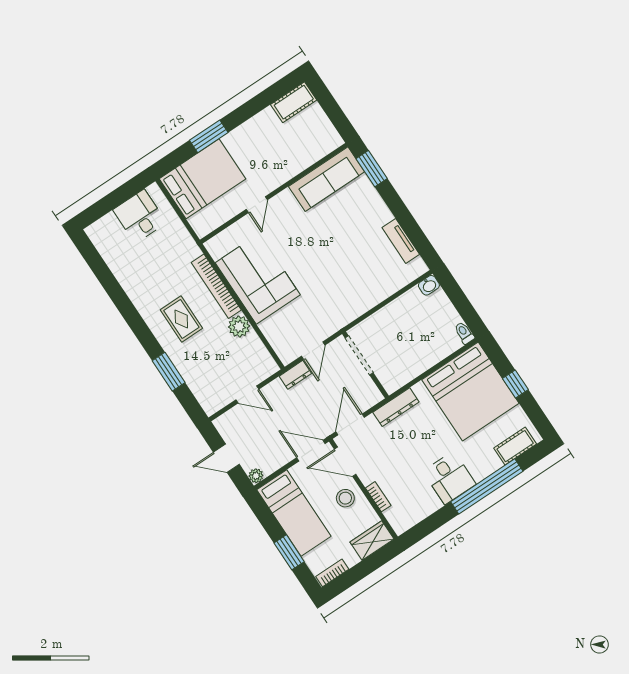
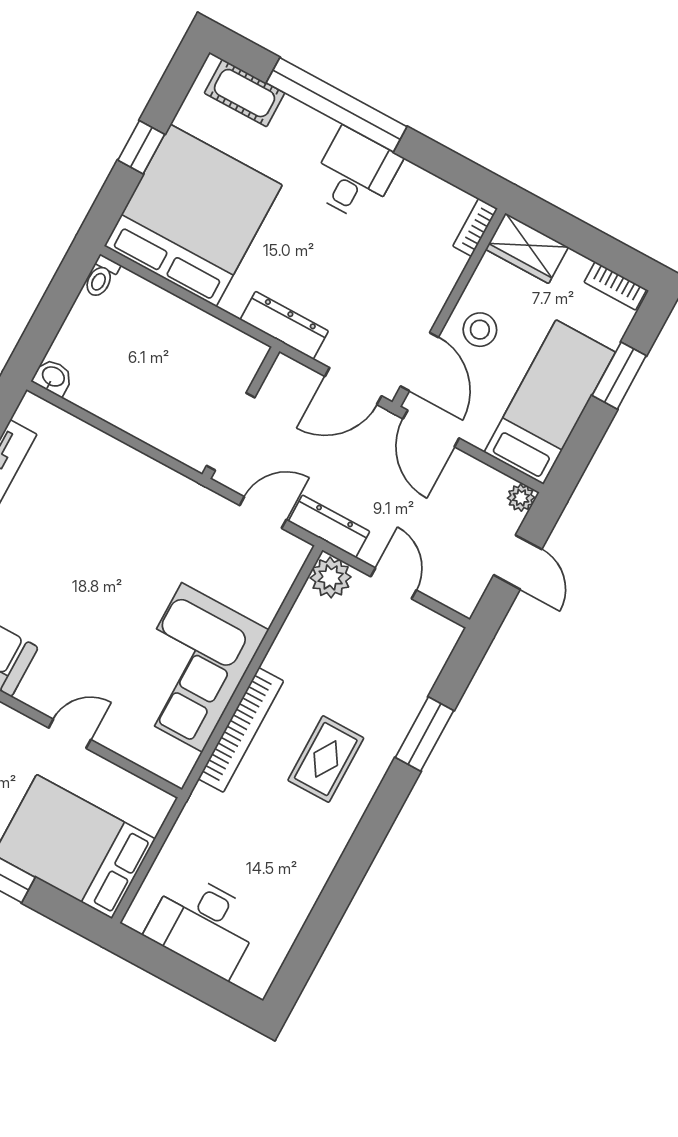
desk: (140, 216) -> (203, 925), width x1.37
plant: (239, 326) -> (331, 577), moved
dresser: (295, 375) -> (329, 526), width x1.44
bookcase: (378, 497) -> (475, 227), moved

